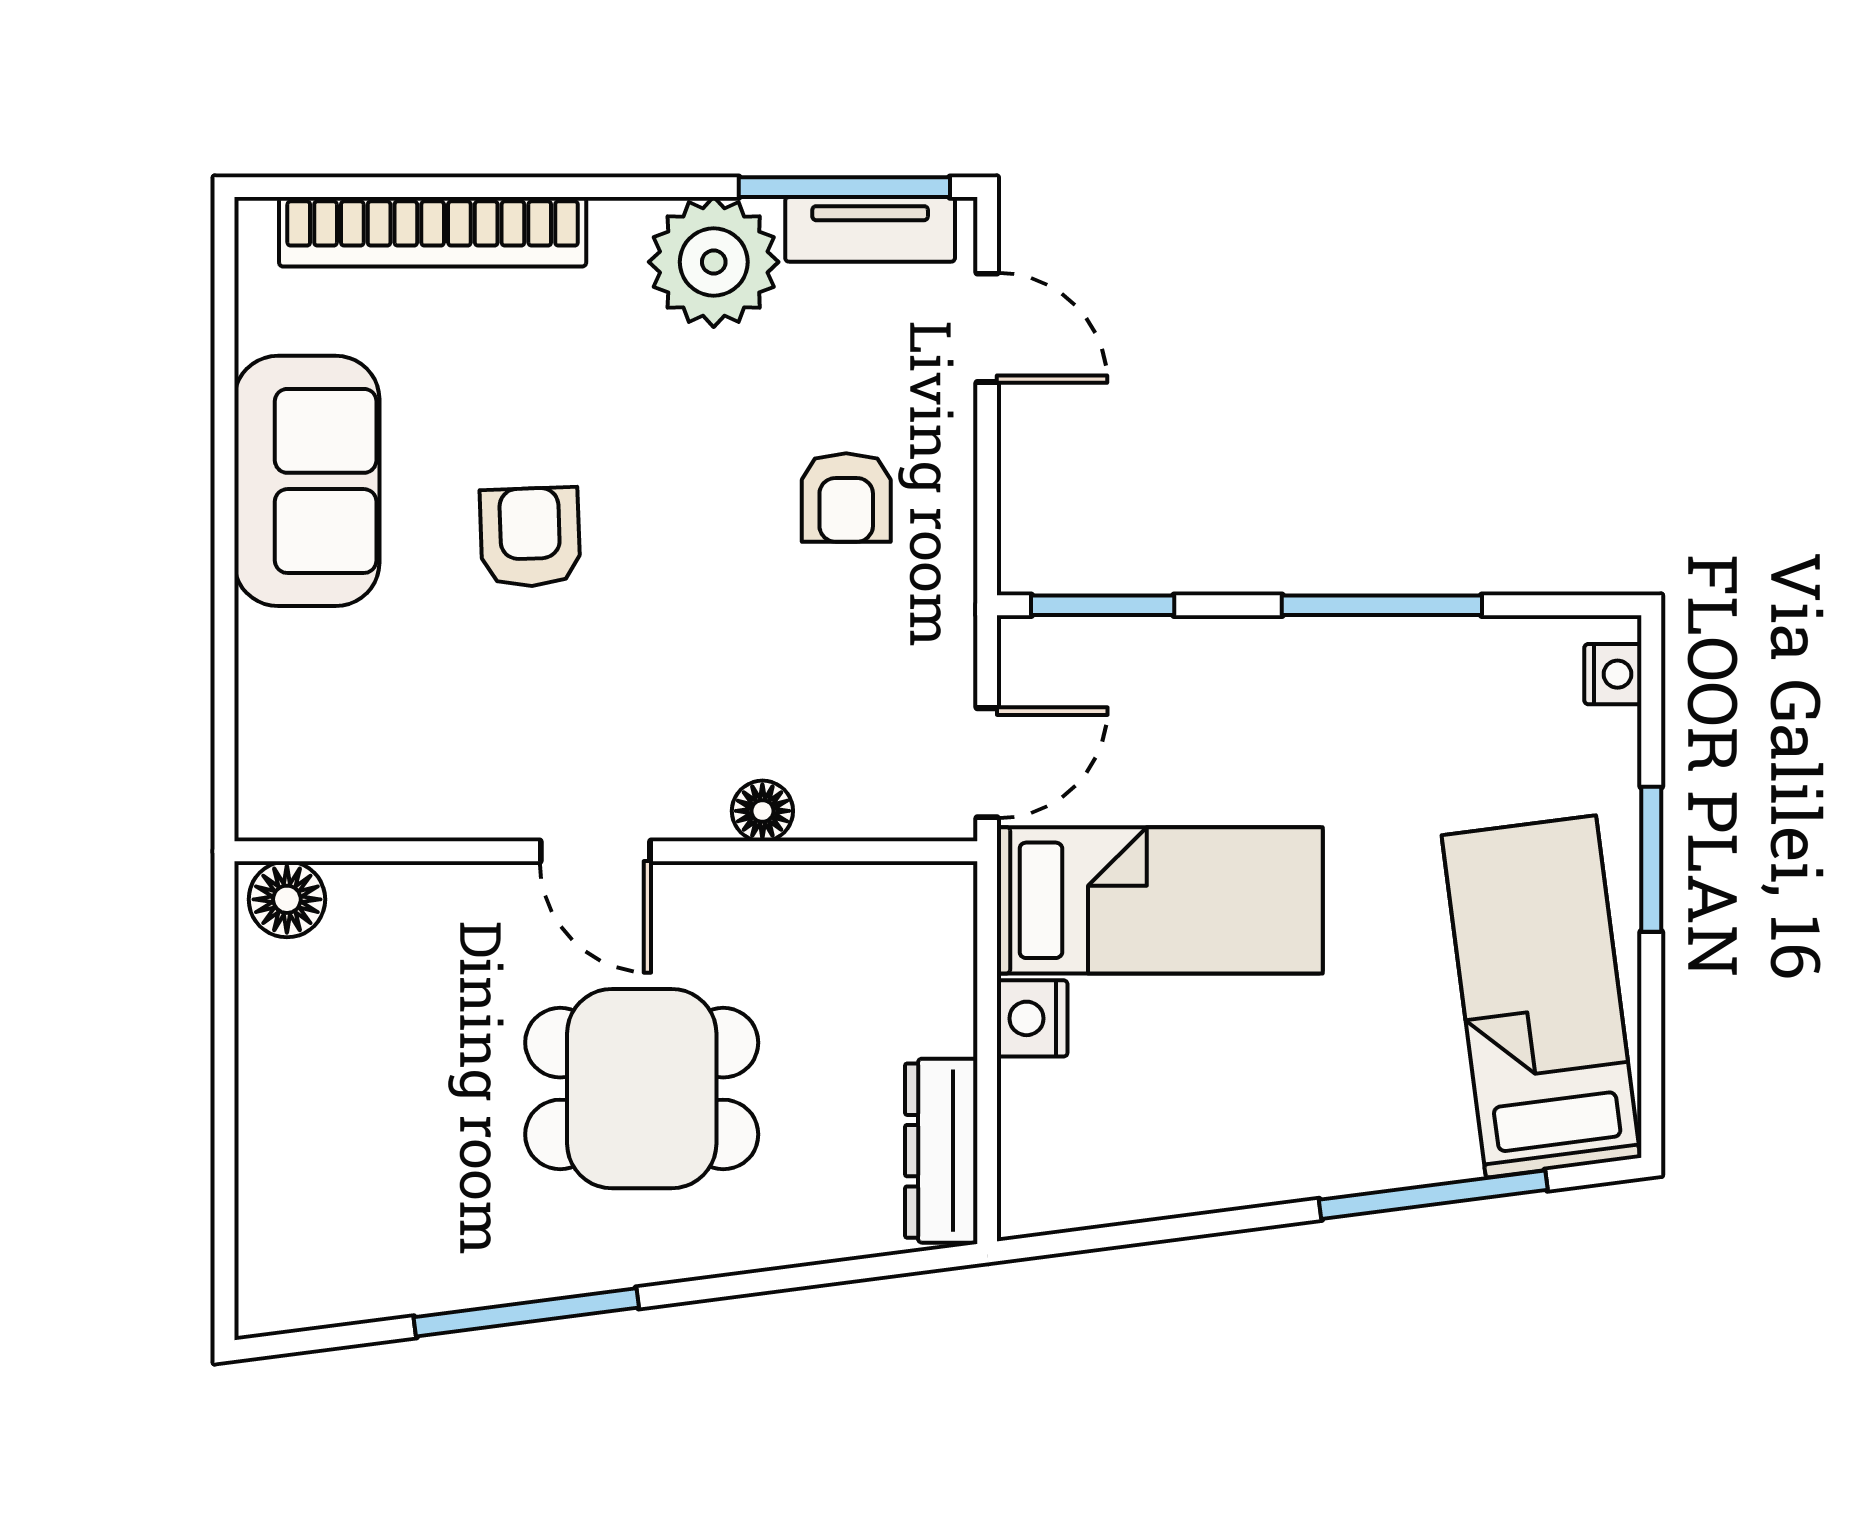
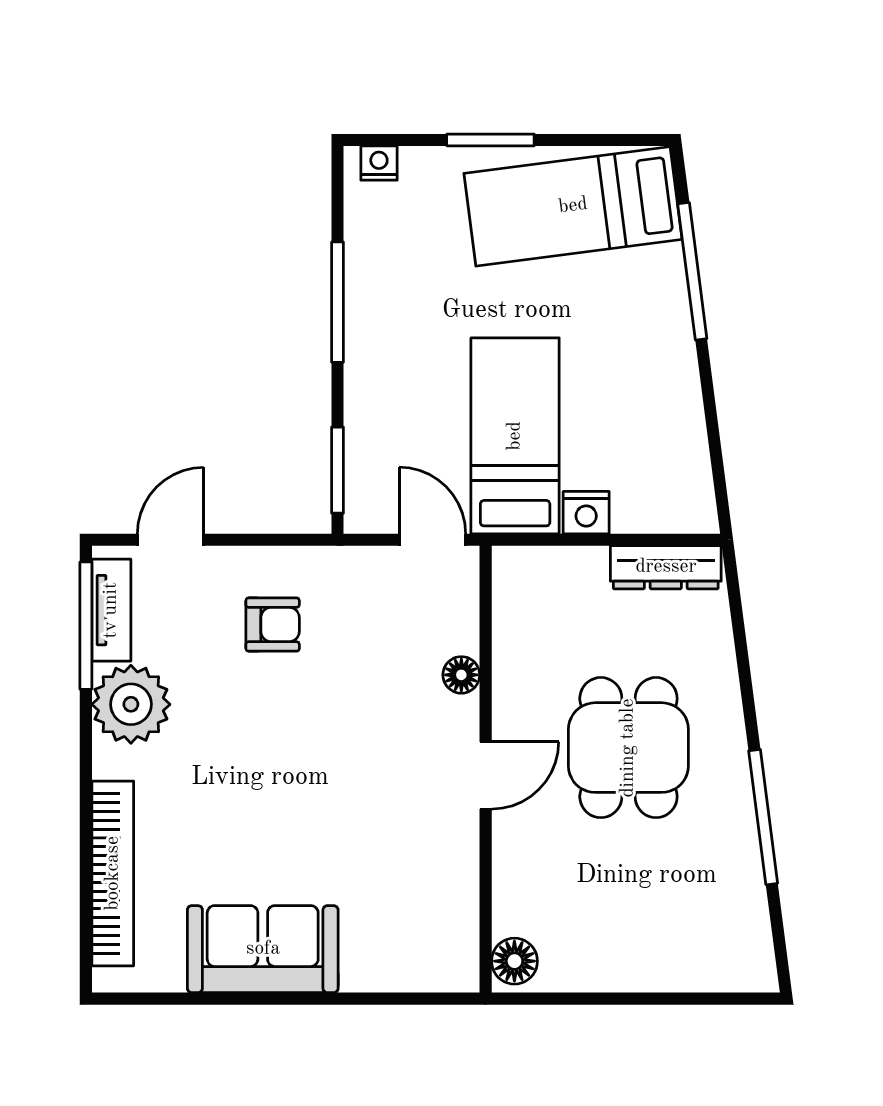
armchair: (530, 537) -> (297, 815), removed

